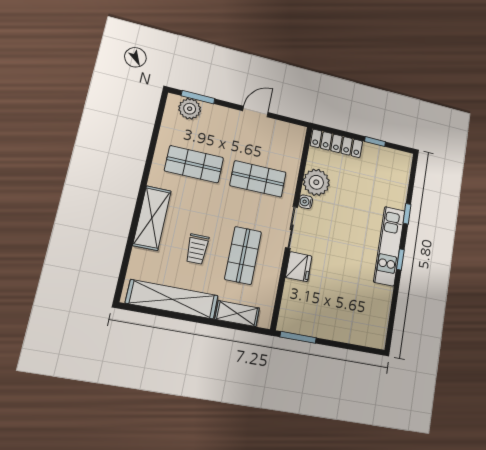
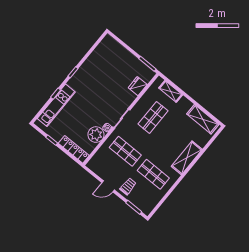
plant: (190, 109) -> (141, 203), removed
kitchen unit: (389, 246) -> (56, 105), moved
trolley: (197, 249) -> (128, 186), moved
fridge: (299, 267) -> (138, 86), moved
shelving: (172, 299) -> (203, 119), width x0.68

